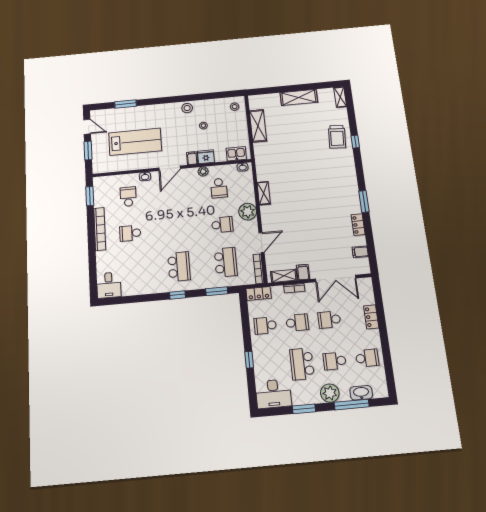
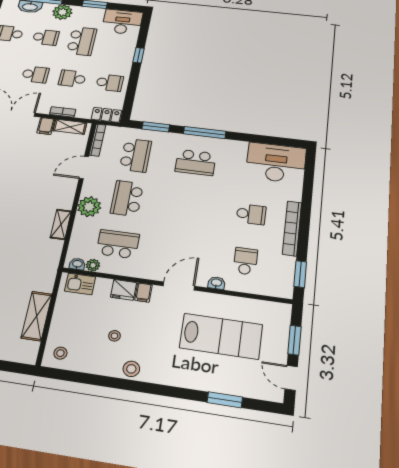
lab bench: (135, 142) -> (221, 336), turned 180
plant: (203, 171) -> (93, 265), moved
school desk: (219, 188) -> (118, 244), width x1.85
school desk: (128, 197) -> (245, 261), turned 180
school desk: (222, 225) -> (127, 198), width x1.85
school desk: (226, 262) -> (136, 155), turned 180
school desk: (179, 267) -> (195, 162), turned -90
desk: (109, 285) -> (276, 163), width x1.87, depth x1.30
window: (178, 295) -> (205, 133), width x2.17

